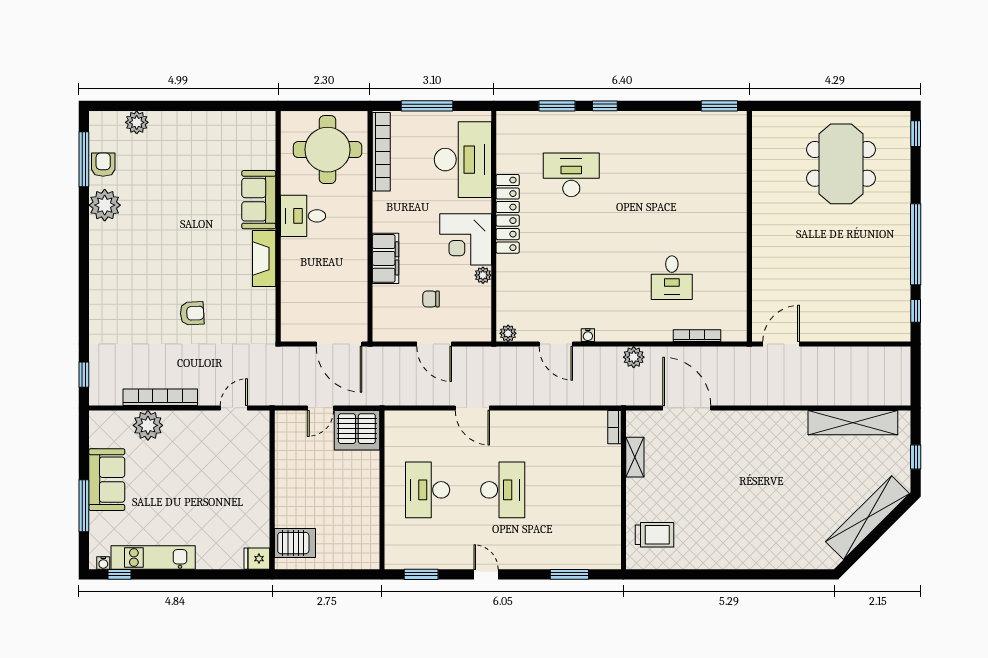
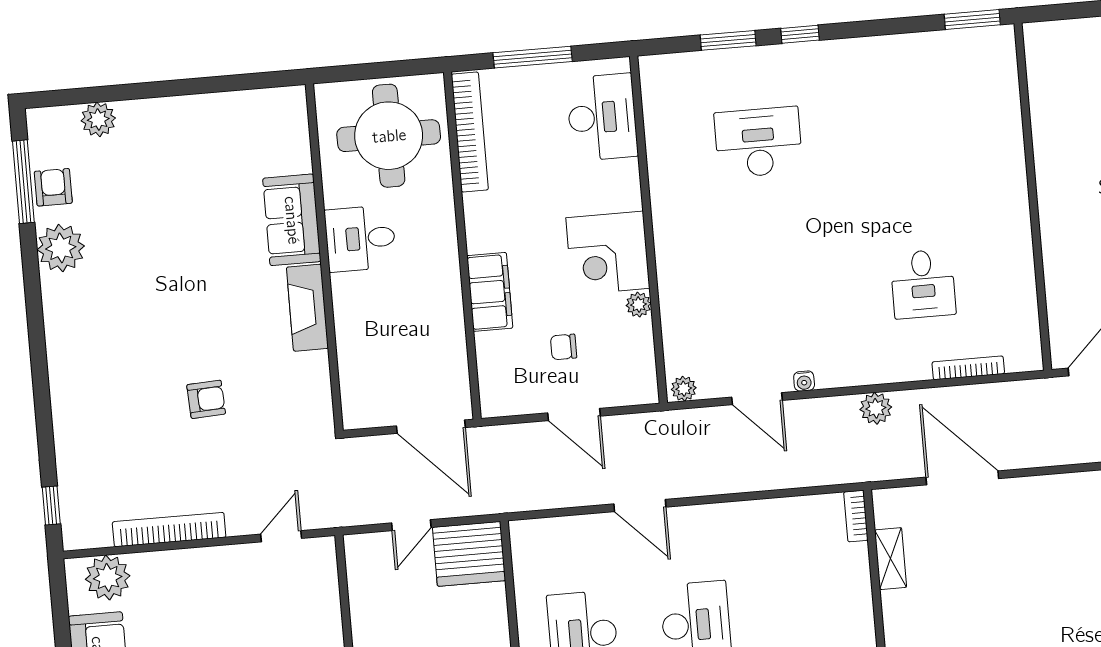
desk: (463, 160) -> (602, 117), width x0.73, depth x0.77
locker: (508, 214) -> (668, 209), removed
plant: (148, 425) -> (108, 578), moved

